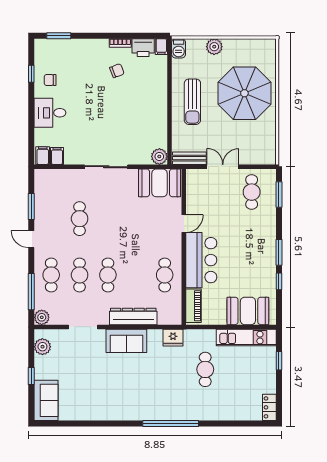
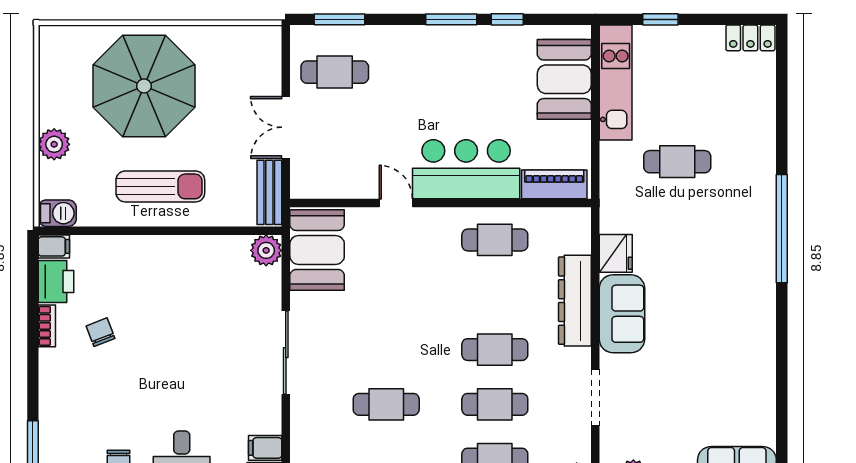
fridge: (173, 338) -> (616, 253), moved

